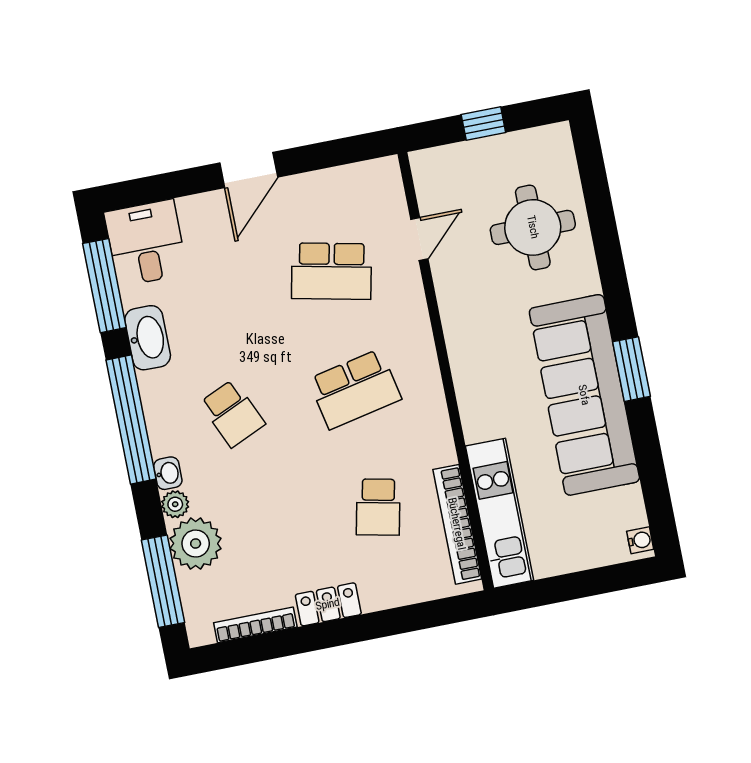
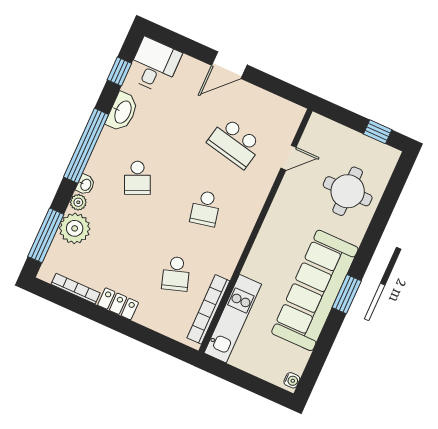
window: (483, 123) -> (378, 132), moved
window: (104, 286) -> (119, 72), width x0.46
school desk: (355, 389) -> (205, 208), width x0.54
school desk: (378, 507) -> (176, 274), turned -30

